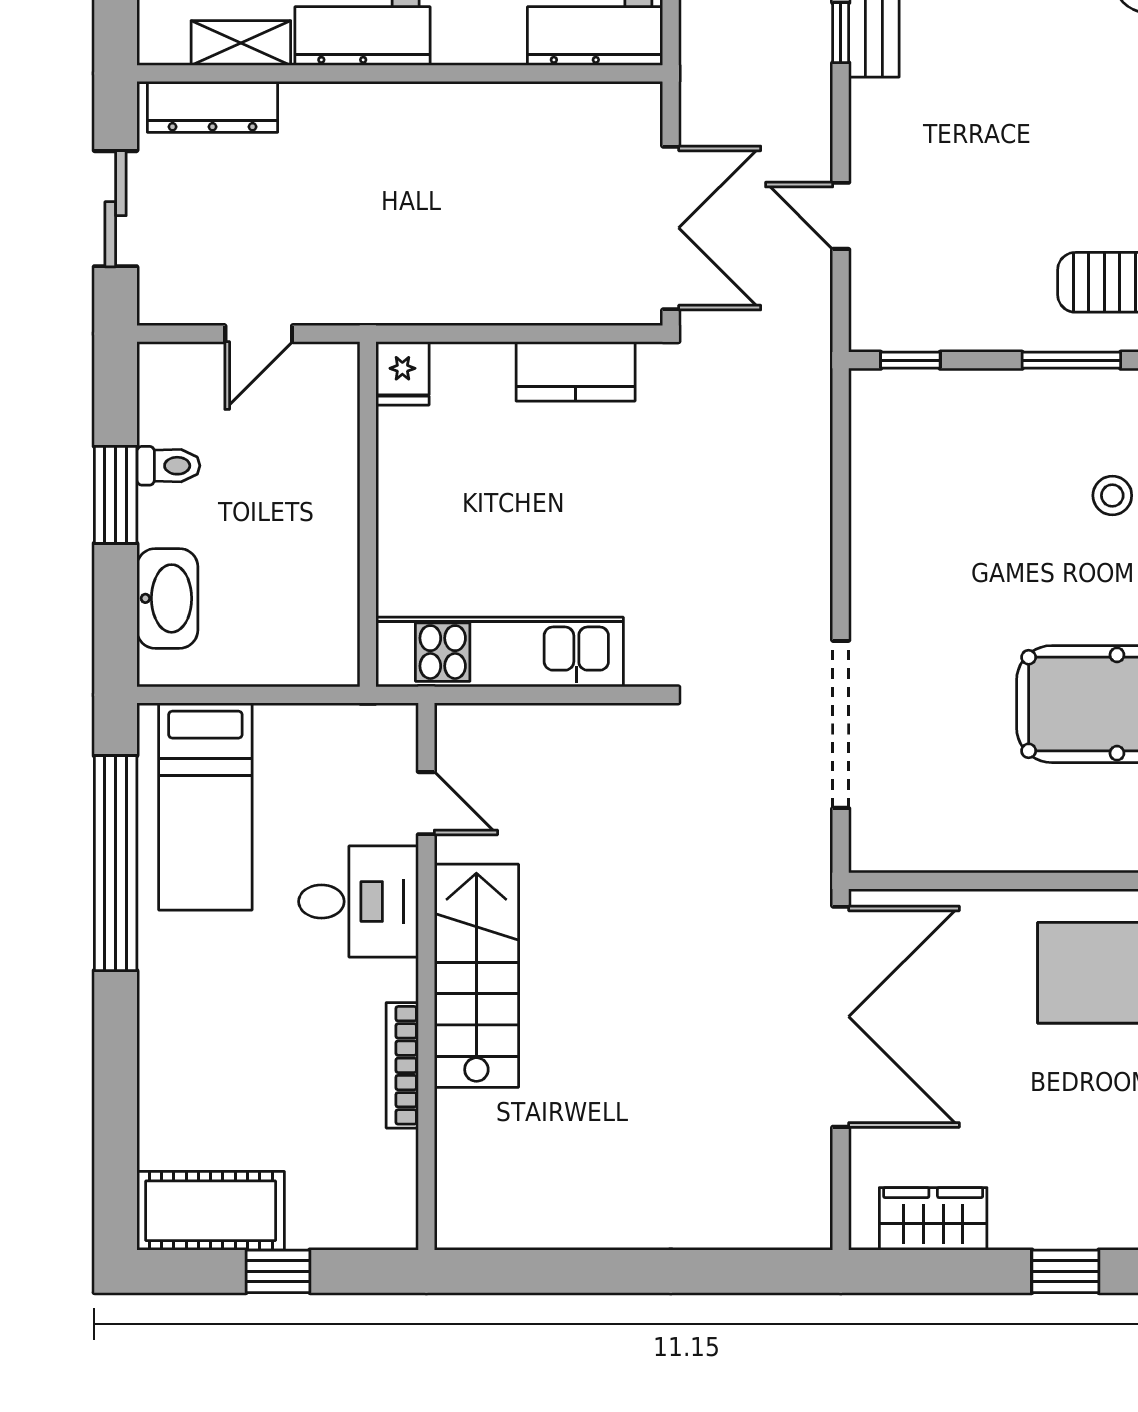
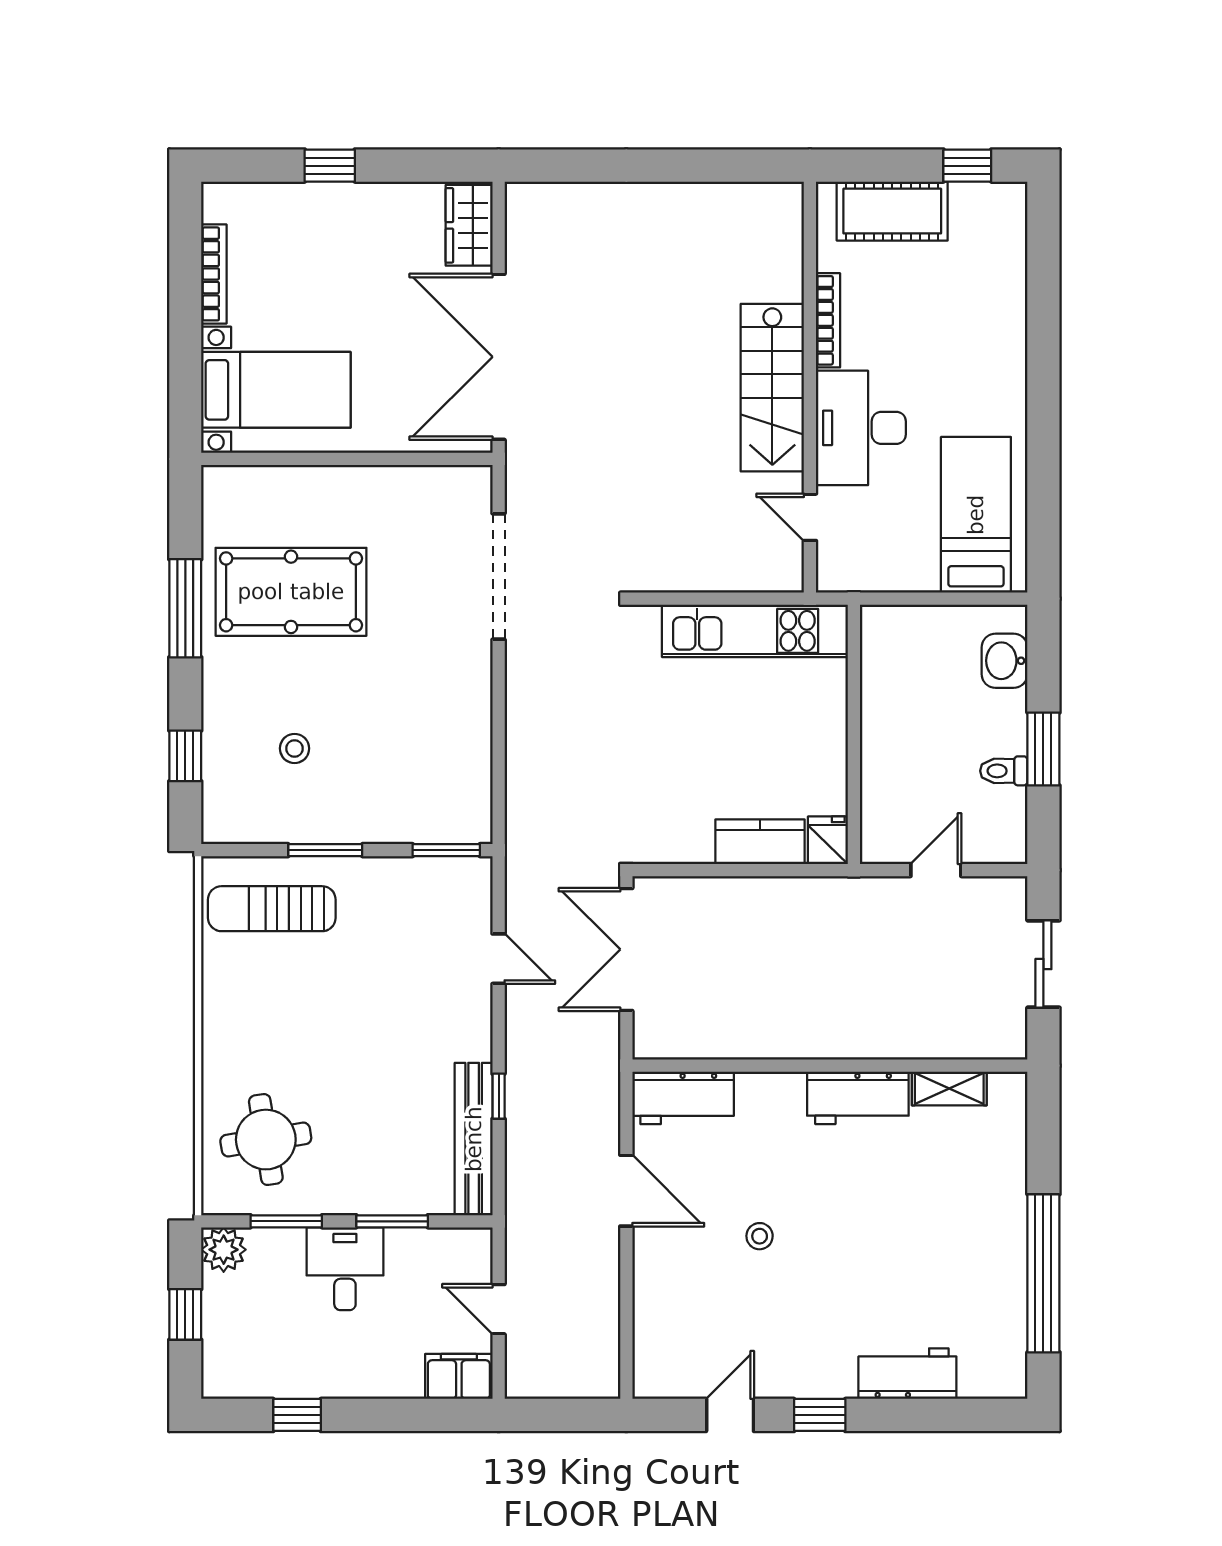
dresser: (213, 107) -> (971, 1041), removed
window: (910, 360) -> (446, 850), width x1.50
kitchen counter: (576, 371) -> (760, 842), moved
washbasin: (167, 598) -> (1005, 661), width x0.72
window: (116, 863) -> (1043, 472), removed
desk: (359, 901) -> (861, 428), width x1.37
cot: (211, 1211) -> (892, 211), moved
wardrobe: (933, 1219) -> (469, 225), moved, turned 90
window: (278, 1271) -> (967, 166), moved

